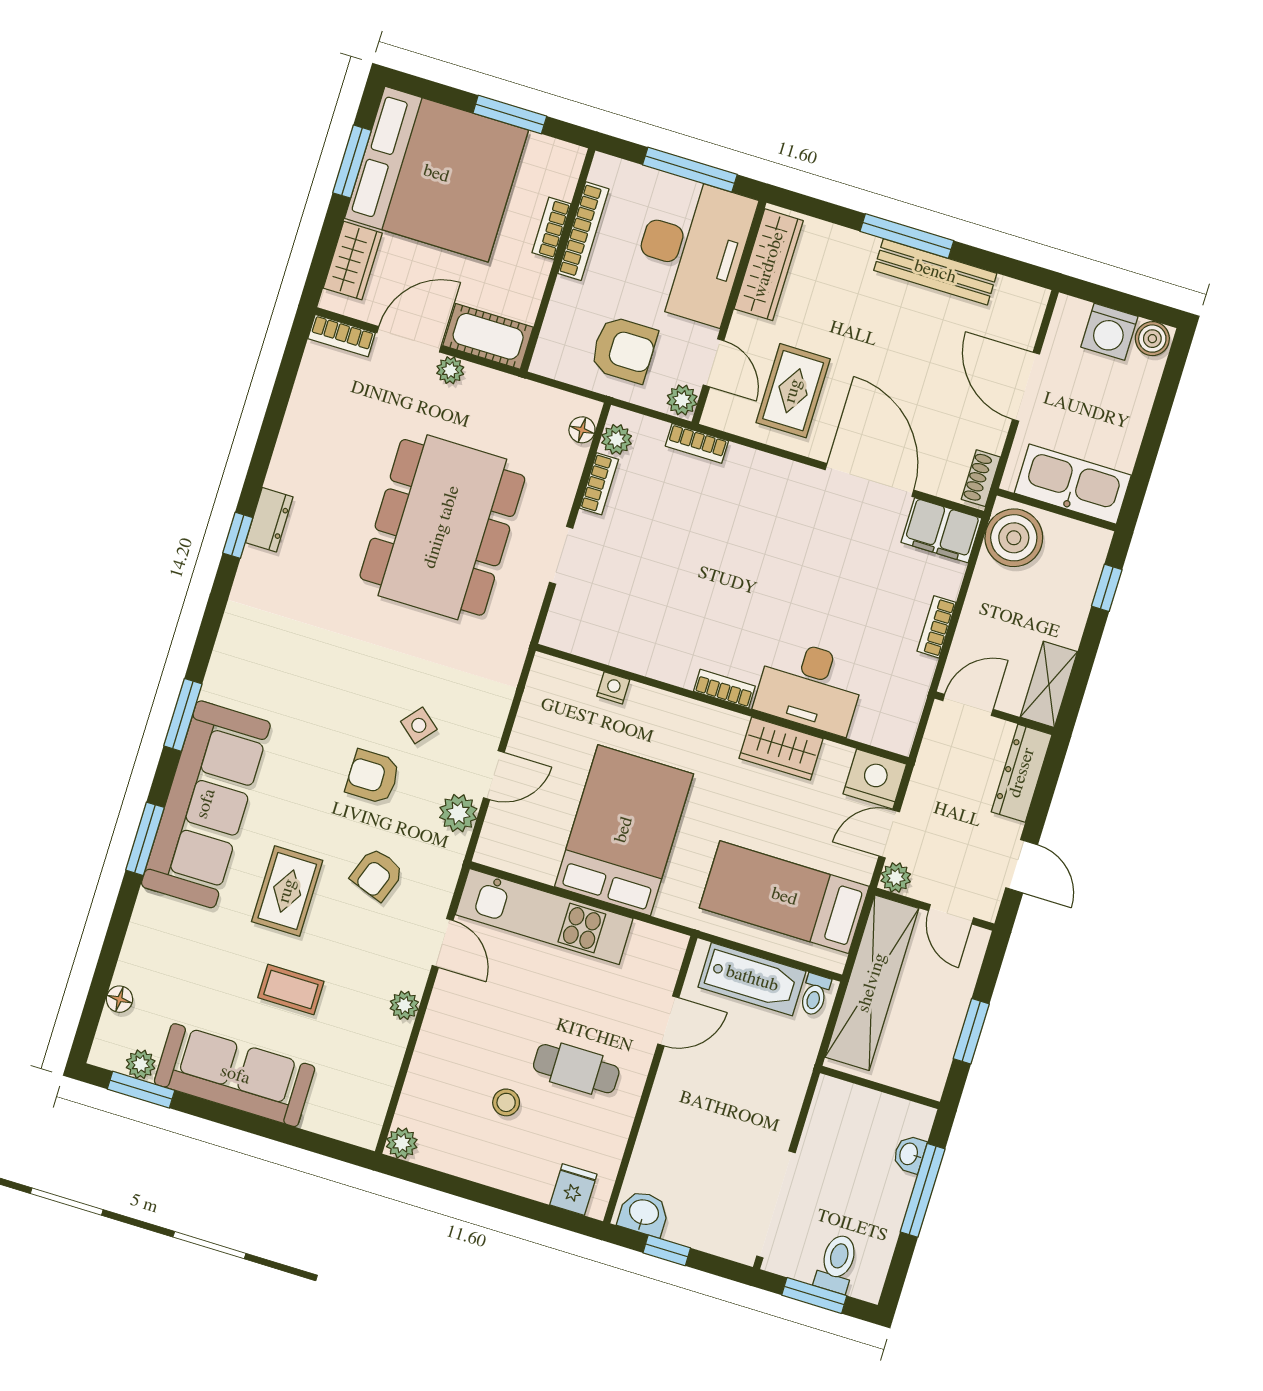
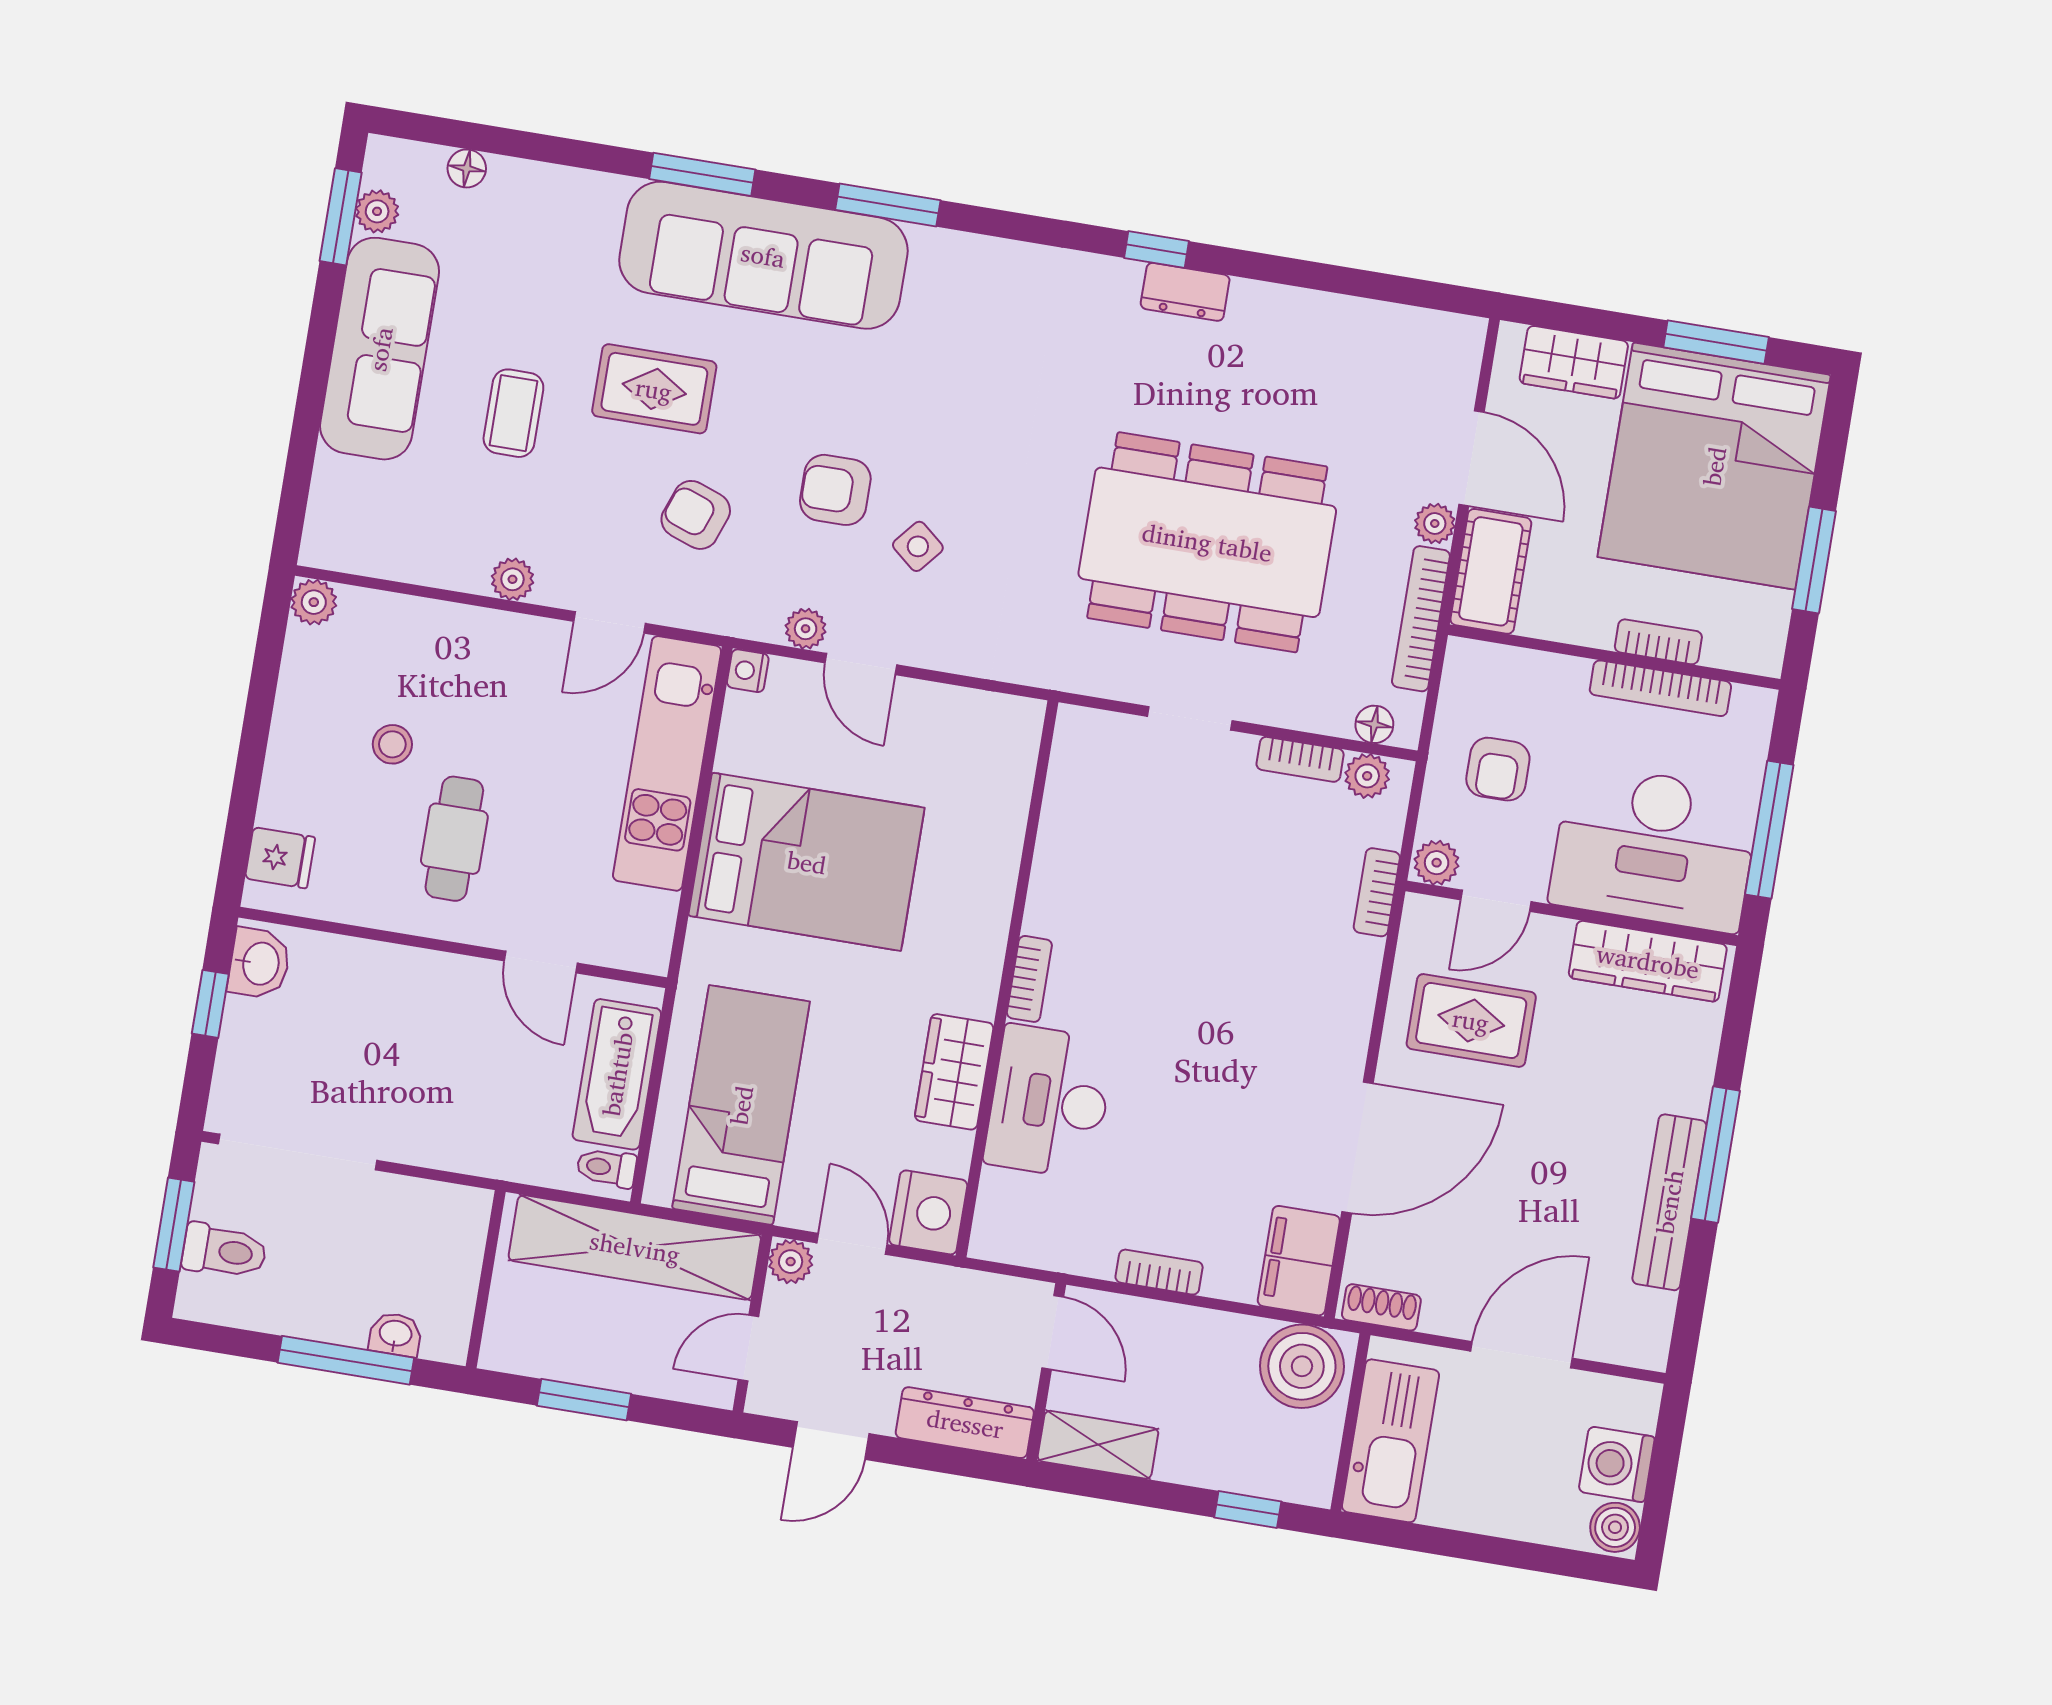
bookcase: (342, 336) -> (1421, 619), moved, width x1.56
armchair: (624, 350) -> (1498, 769), width x0.72, depth x0.72
nightstand: (613, 688) -> (748, 671), moved, turned 180
armchair: (373, 777) -> (835, 490), turned -90
plant: (458, 813) -> (806, 629), width x0.73, depth x0.73

